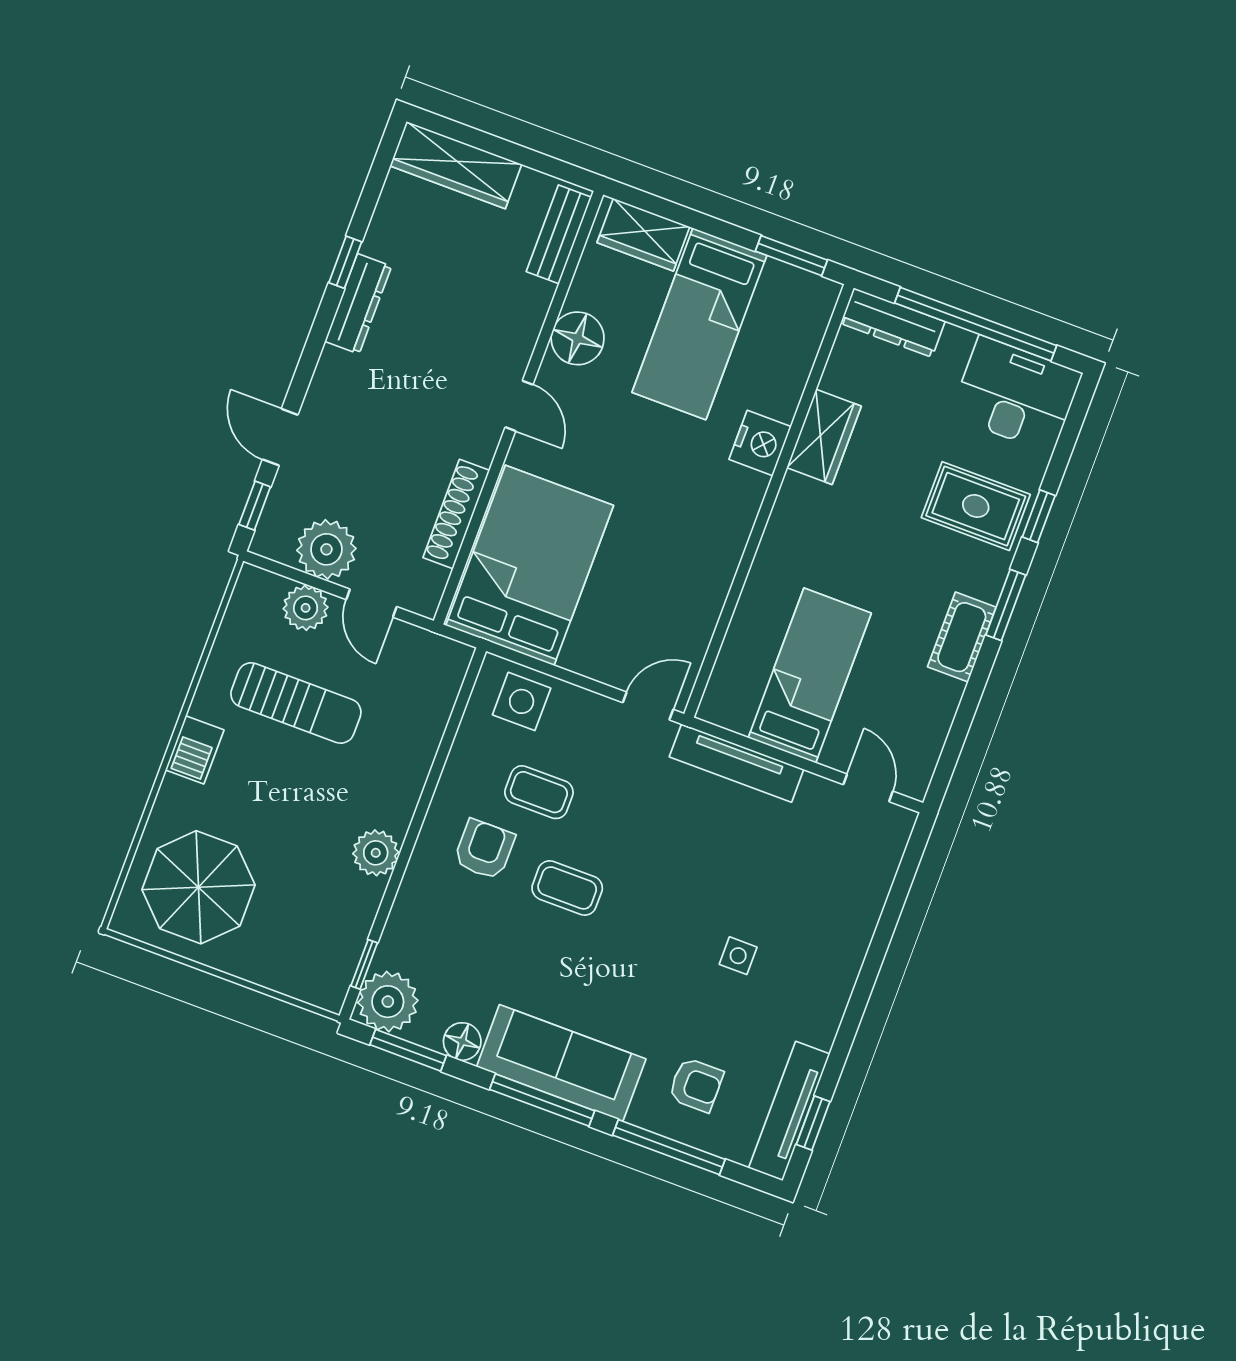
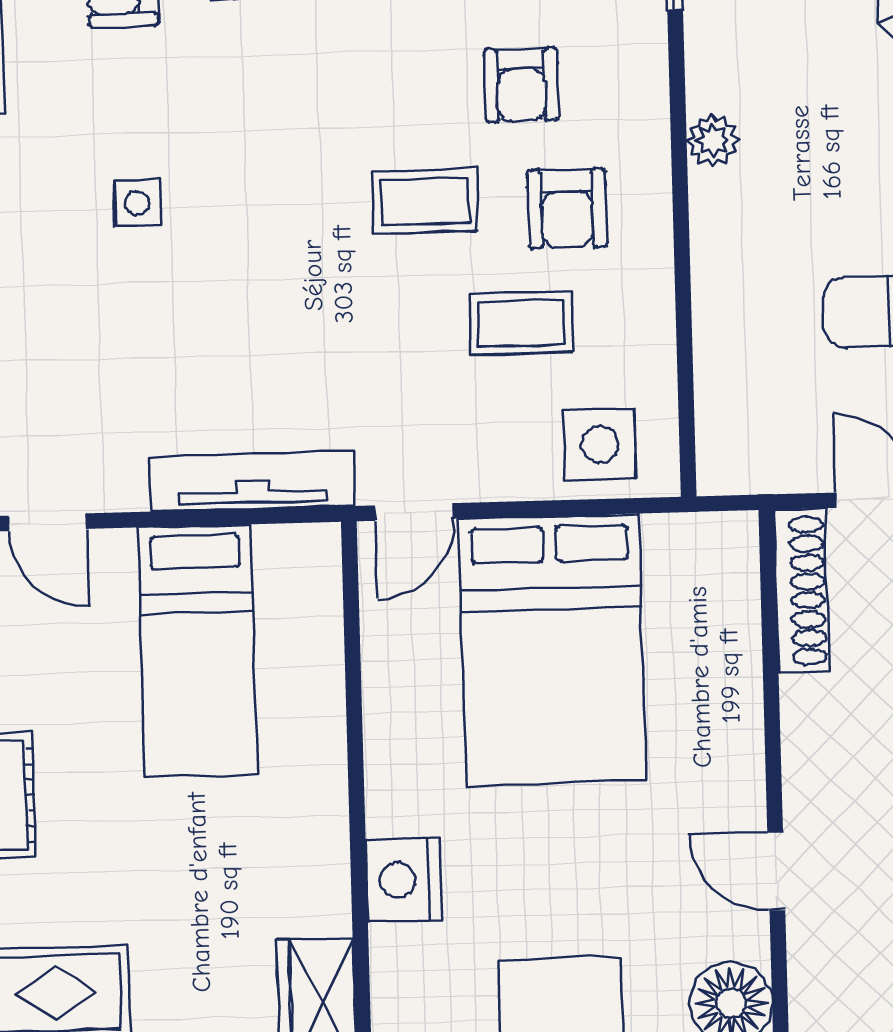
nightstand: (760, 443) -> (403, 880), moved
shoe rack: (456, 514) -> (801, 591), moved
bed: (530, 565) -> (552, 649), moved
plant: (376, 853) -> (713, 140), width x0.73, depth x0.73
armchair: (482, 934) -> (521, 85), added

